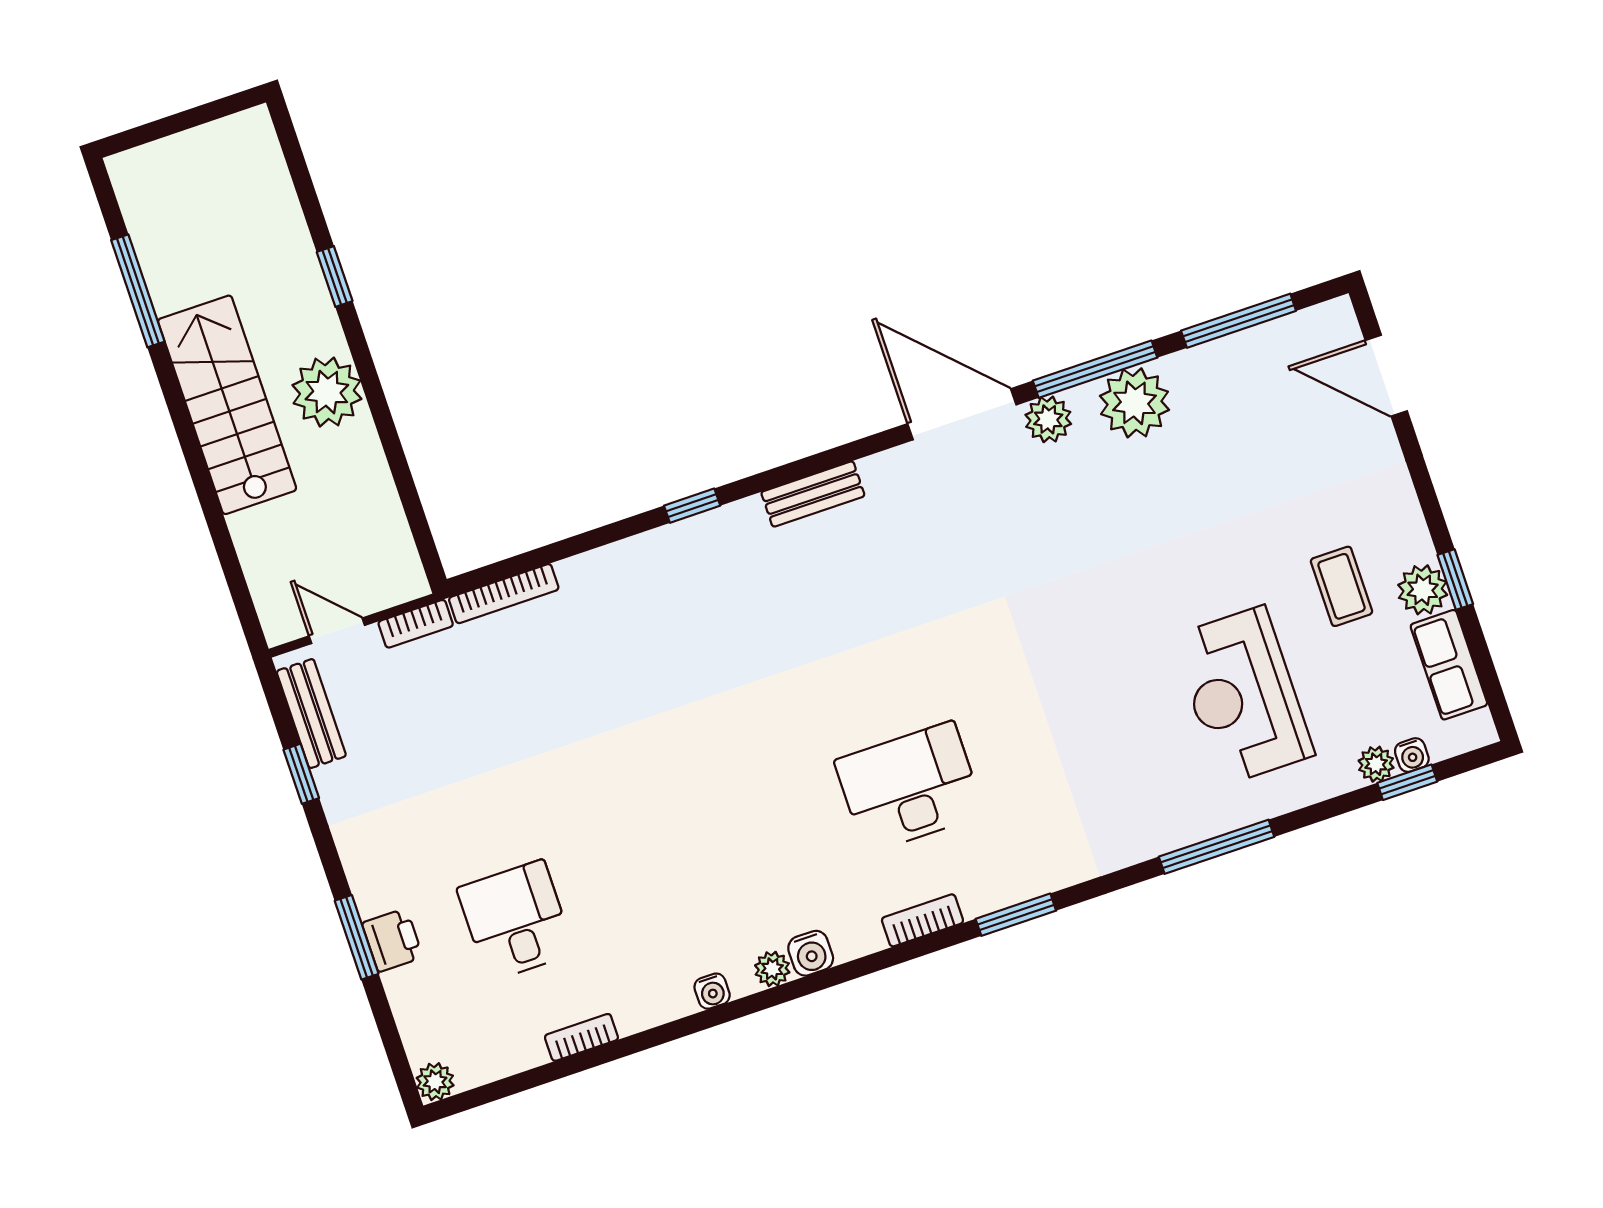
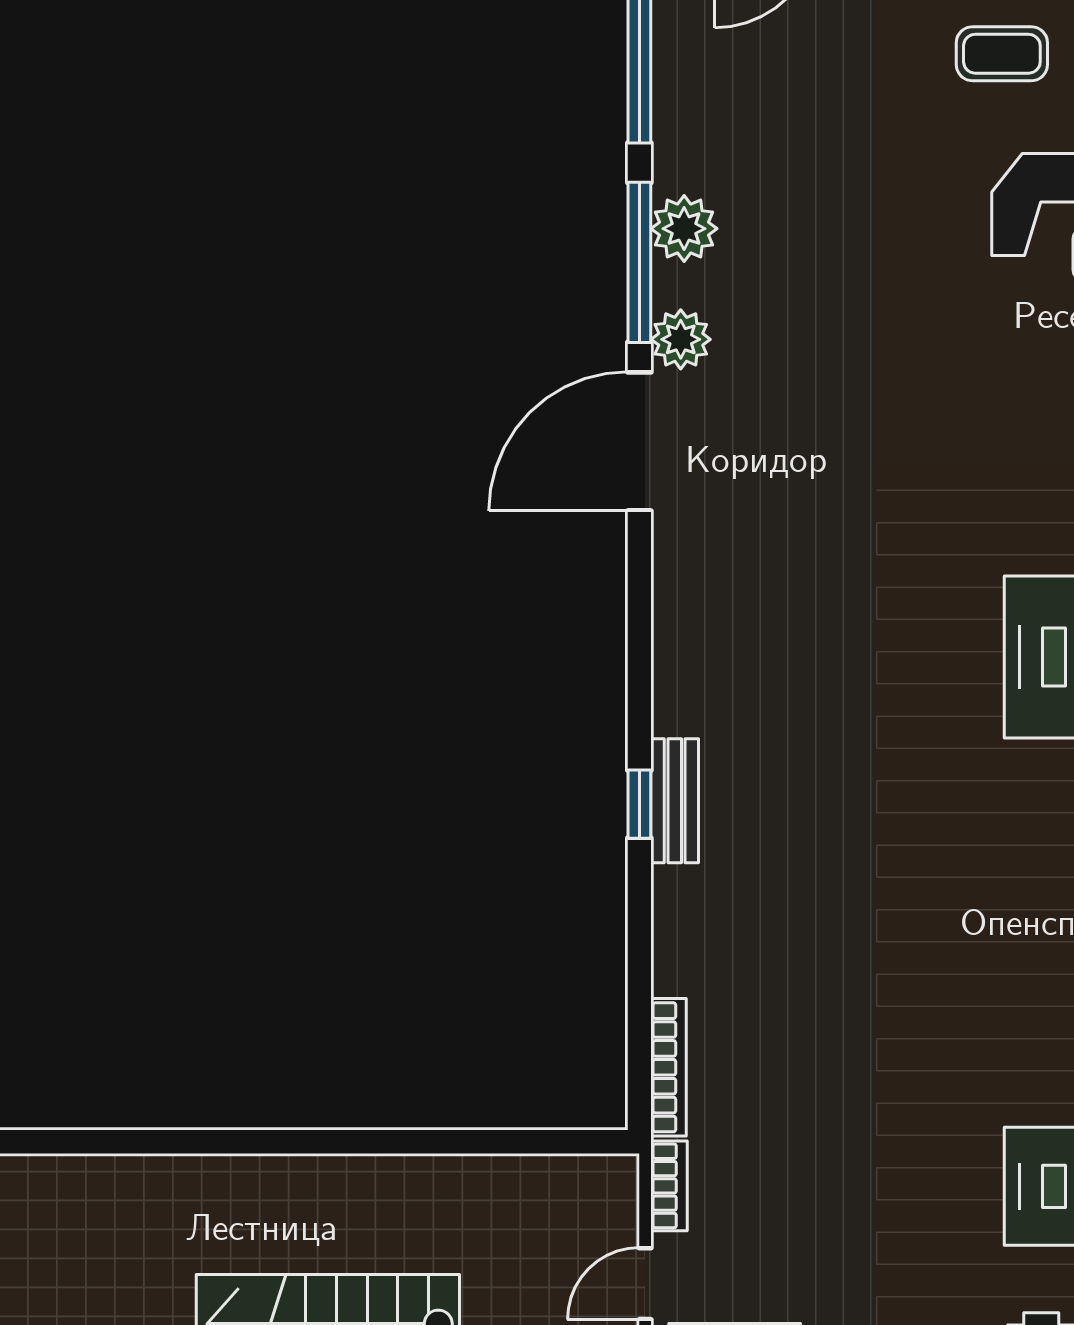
window: (335, 276) -> (217, 1142), removed
plant: (327, 392) -> (353, 1198), removed
plant: (1134, 403) -> (684, 229), width x0.73, depth x0.73
bench: (813, 494) -> (675, 801), moved

